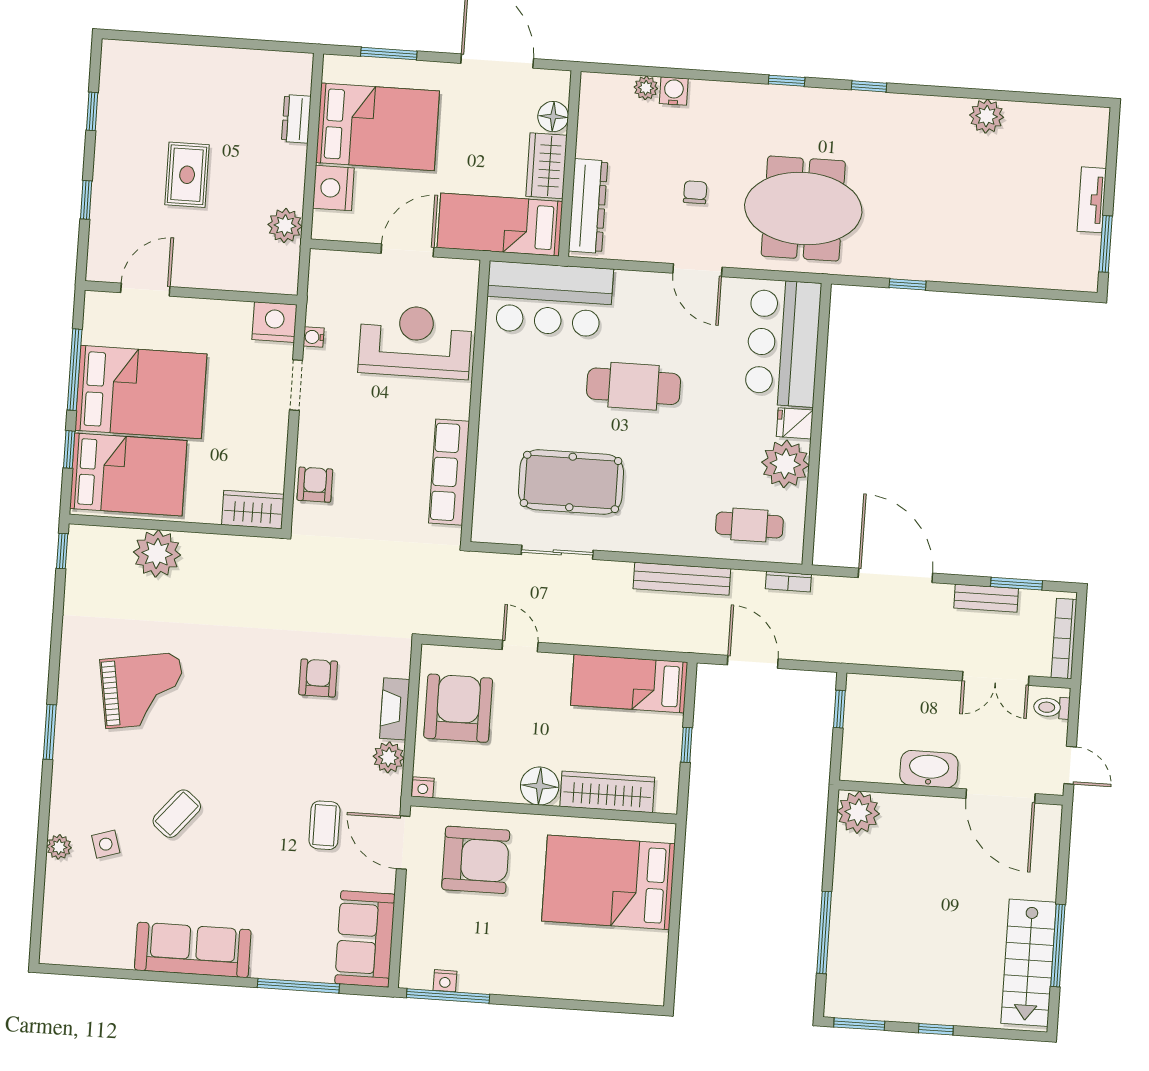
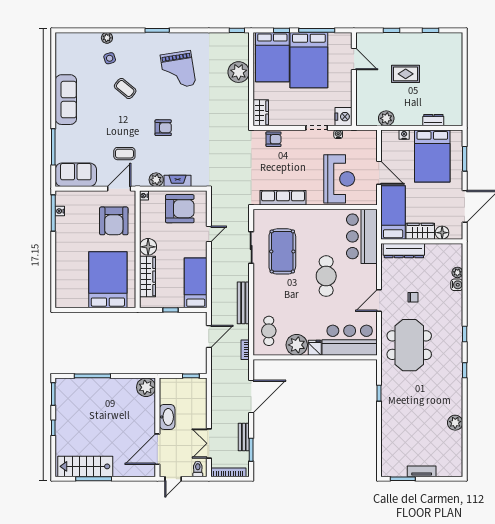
nightstand: (333, 188) -> (404, 135), width x0.53, depth x0.56
armchair: (318, 678) -> (163, 128), moved

